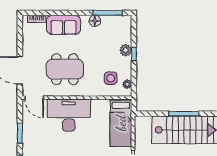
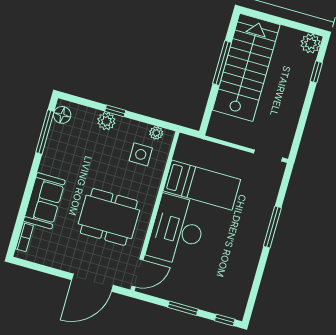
floor lamp: (95, 21) -> (62, 115), moved
dining table: (65, 69) -> (109, 217), turned 90
bed: (121, 123) -> (202, 185), moved

